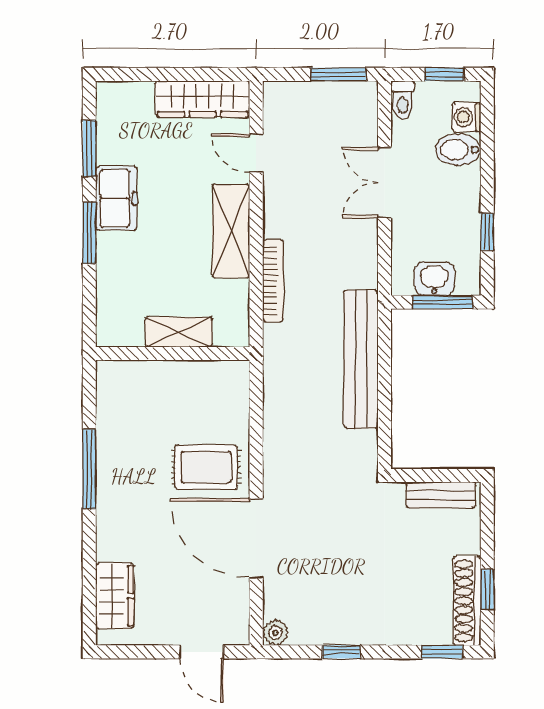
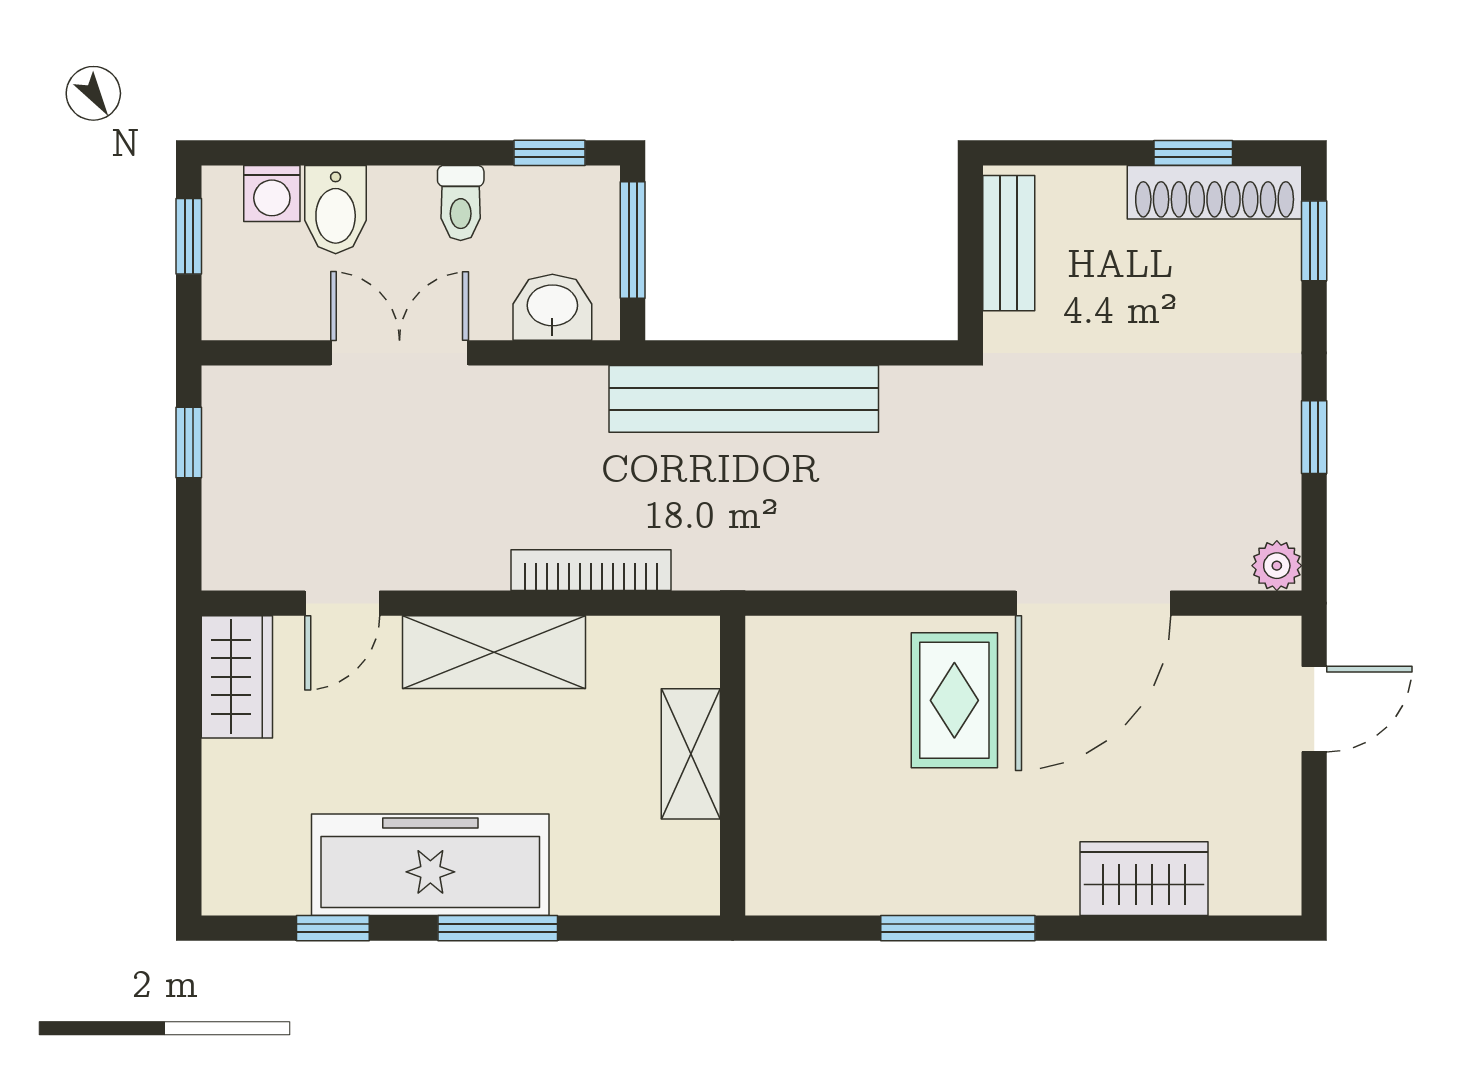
window: (339, 74) -> (189, 443), width x0.67
wardrobe: (203, 99) -> (237, 677), width x0.67
toilet: (403, 100) -> (461, 203), moved, turned 90
window: (89, 148) -> (333, 928), width x0.67
double door: (384, 183) -> (400, 353), swing flipped
freezer: (116, 198) -> (430, 865), width x1.91, depth x1.26
window: (487, 232) -> (549, 153), moved
washbasin: (434, 279) -> (552, 307), moved, turned 90
wardrobe: (115, 596) -> (1144, 879), moved

